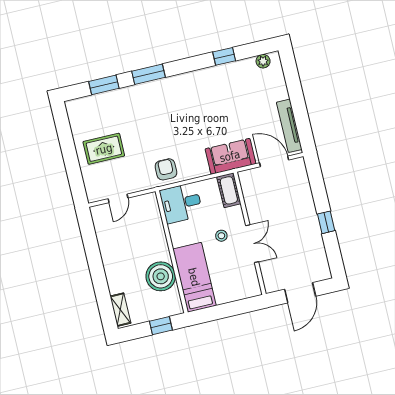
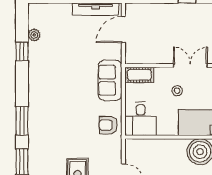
plant: (263, 61) -> (34, 35), moved
sofa: (230, 156) -> (110, 80), moved

